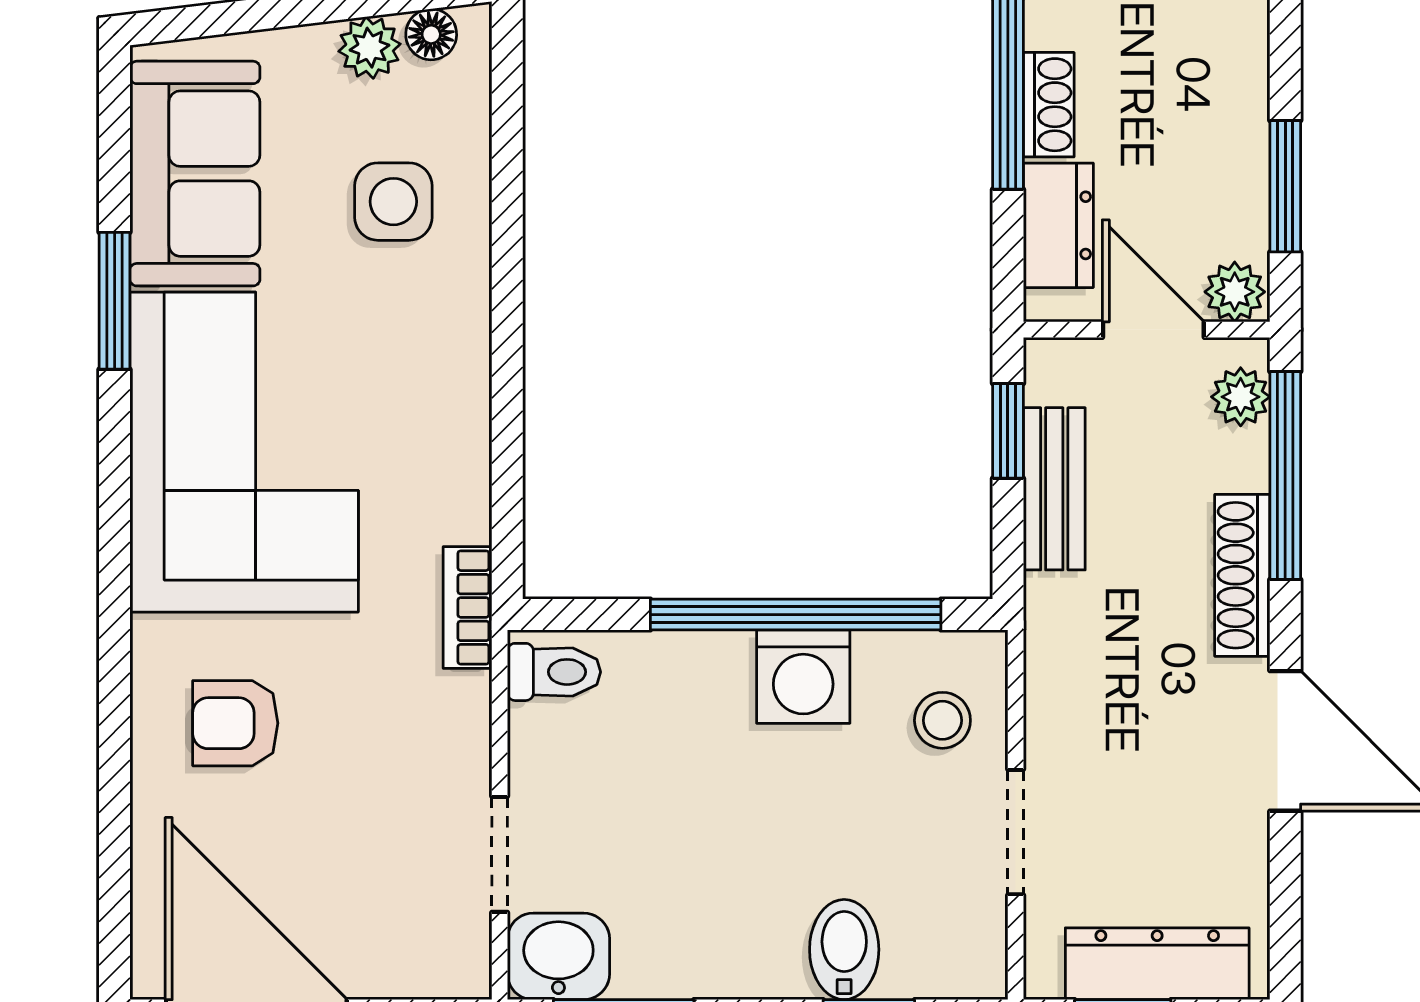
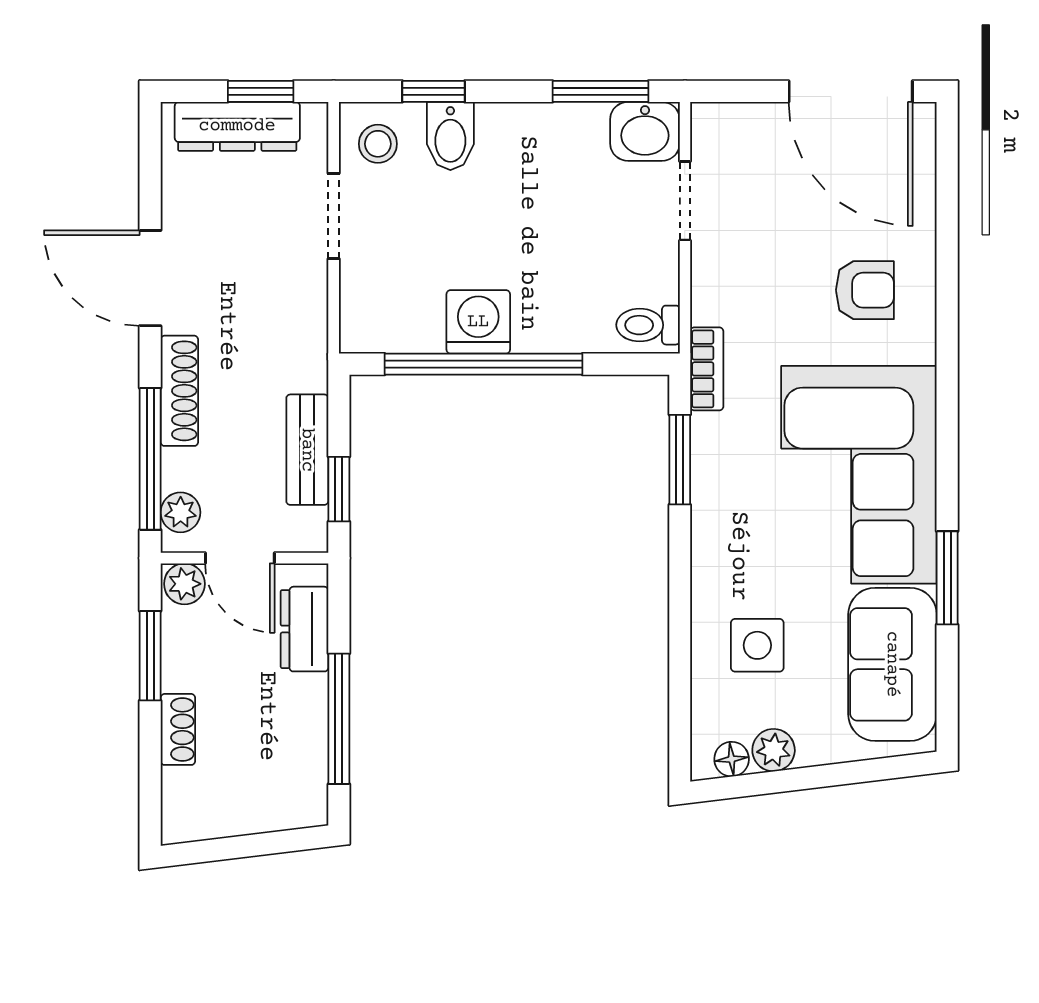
shoe rack: (1049, 105) -> (178, 729), moved, turned 180
window: (507, 474) -> (680, 460), added
stool: (942, 720) -> (378, 144), moved

